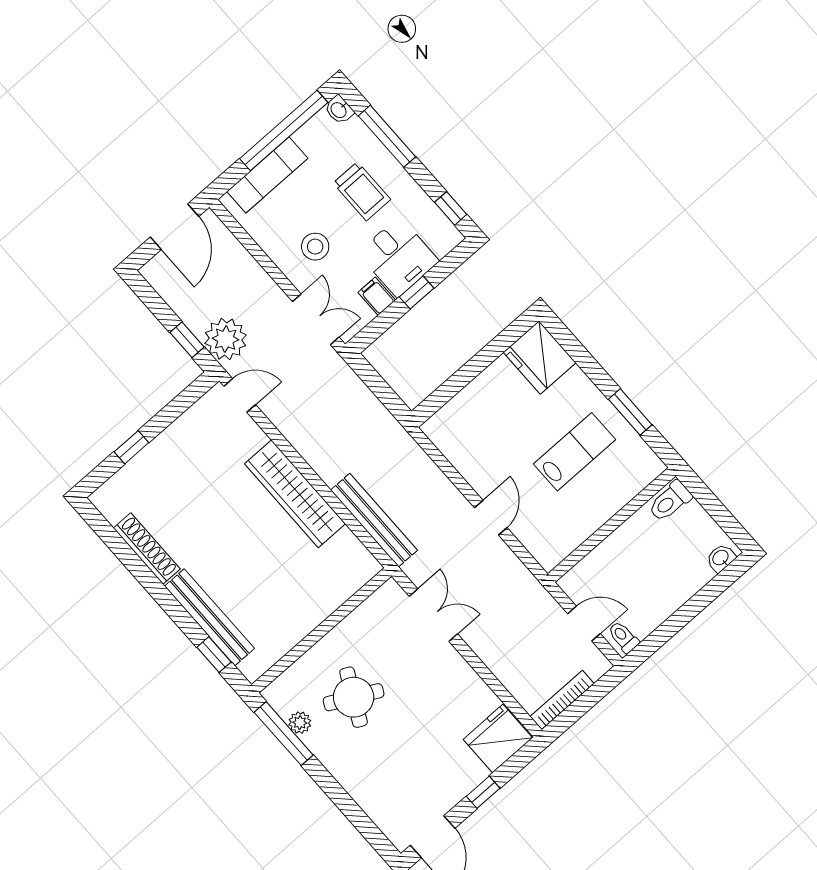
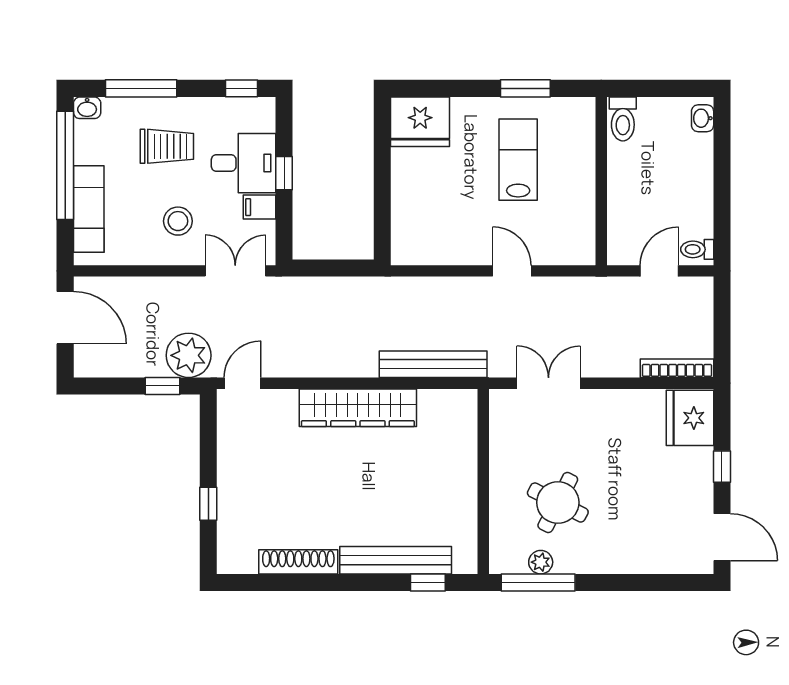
bookcase: (562, 700) -> (677, 368), moved, turned 90

